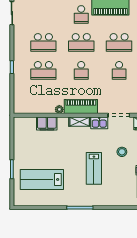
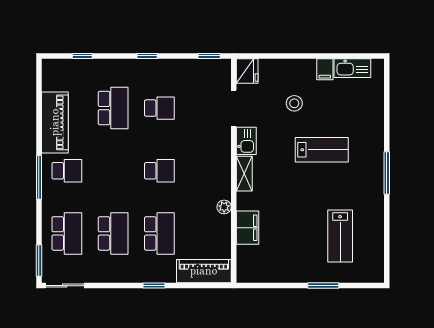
school desk: (81, 42) -> (67, 233), moved
piano: (81, 106) -> (204, 271), moved, turned 90
lab bench: (42, 179) -> (340, 236), width x0.73, depth x0.72

